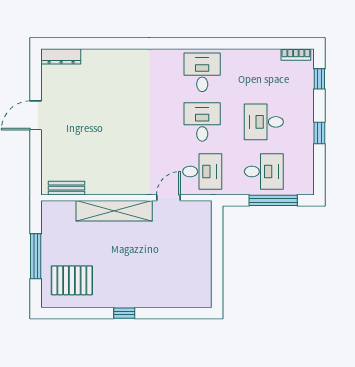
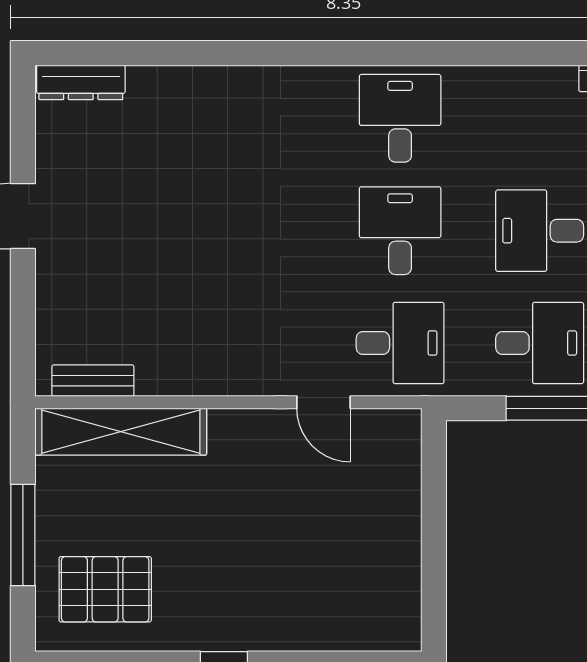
door: (168, 198) -> (324, 402), swing flipped
shelving: (114, 211) -> (121, 432), moved

